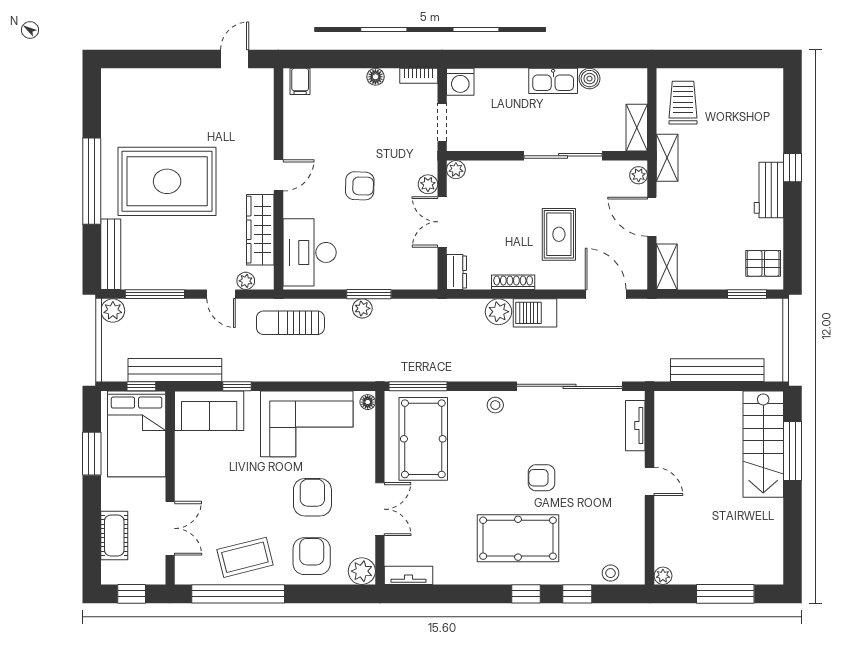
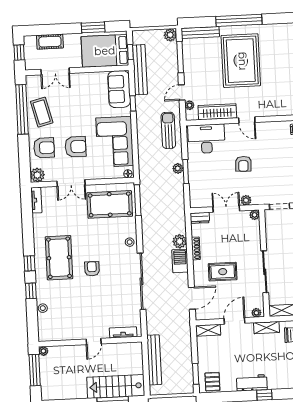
tv unit: (635, 426) -> (123, 332), moved
door: (650, 481) -> (94, 341), moved
wall: (650, 488) -> (90, 342), moved
plant: (663, 576) -> (43, 351), moved

